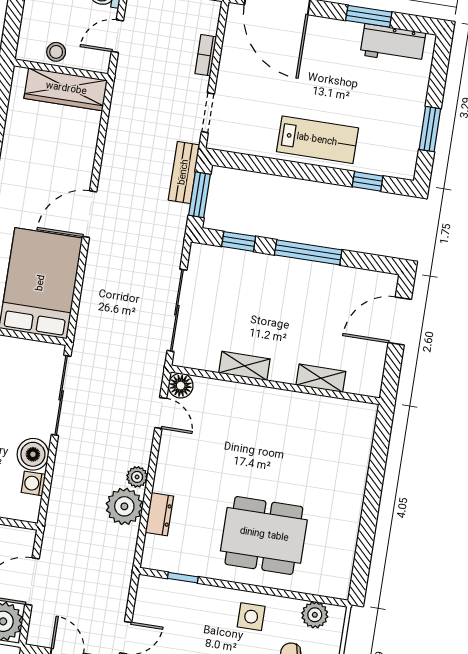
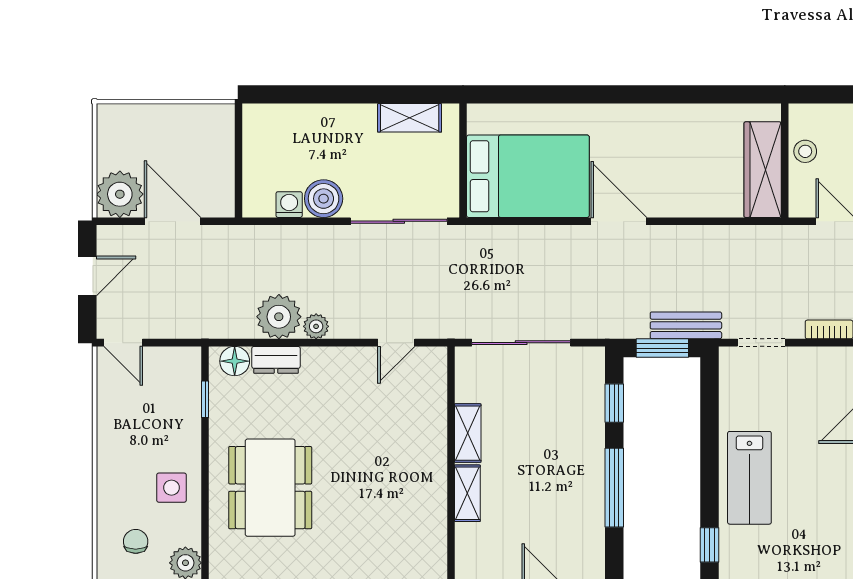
shelving: (321, 378) -> (467, 493), moved
floor lamp: (181, 386) -> (235, 361), moved

